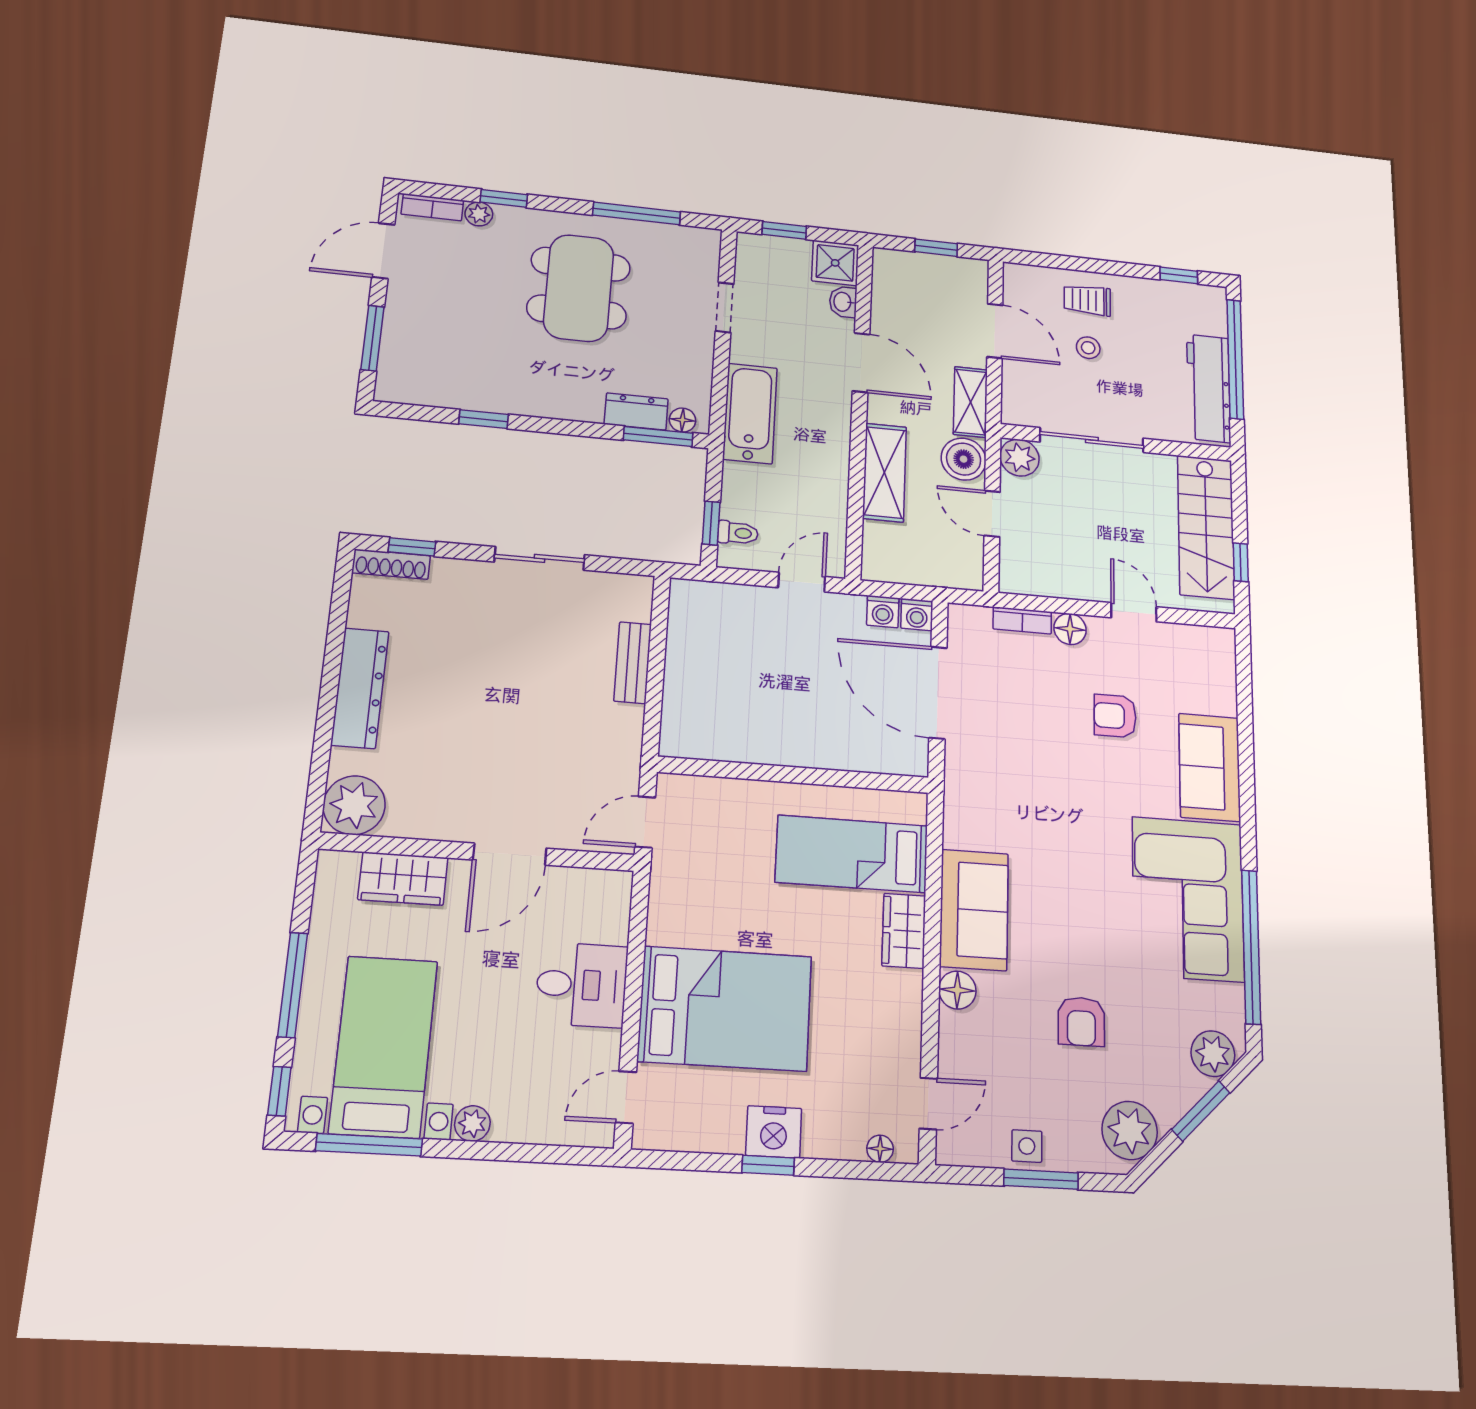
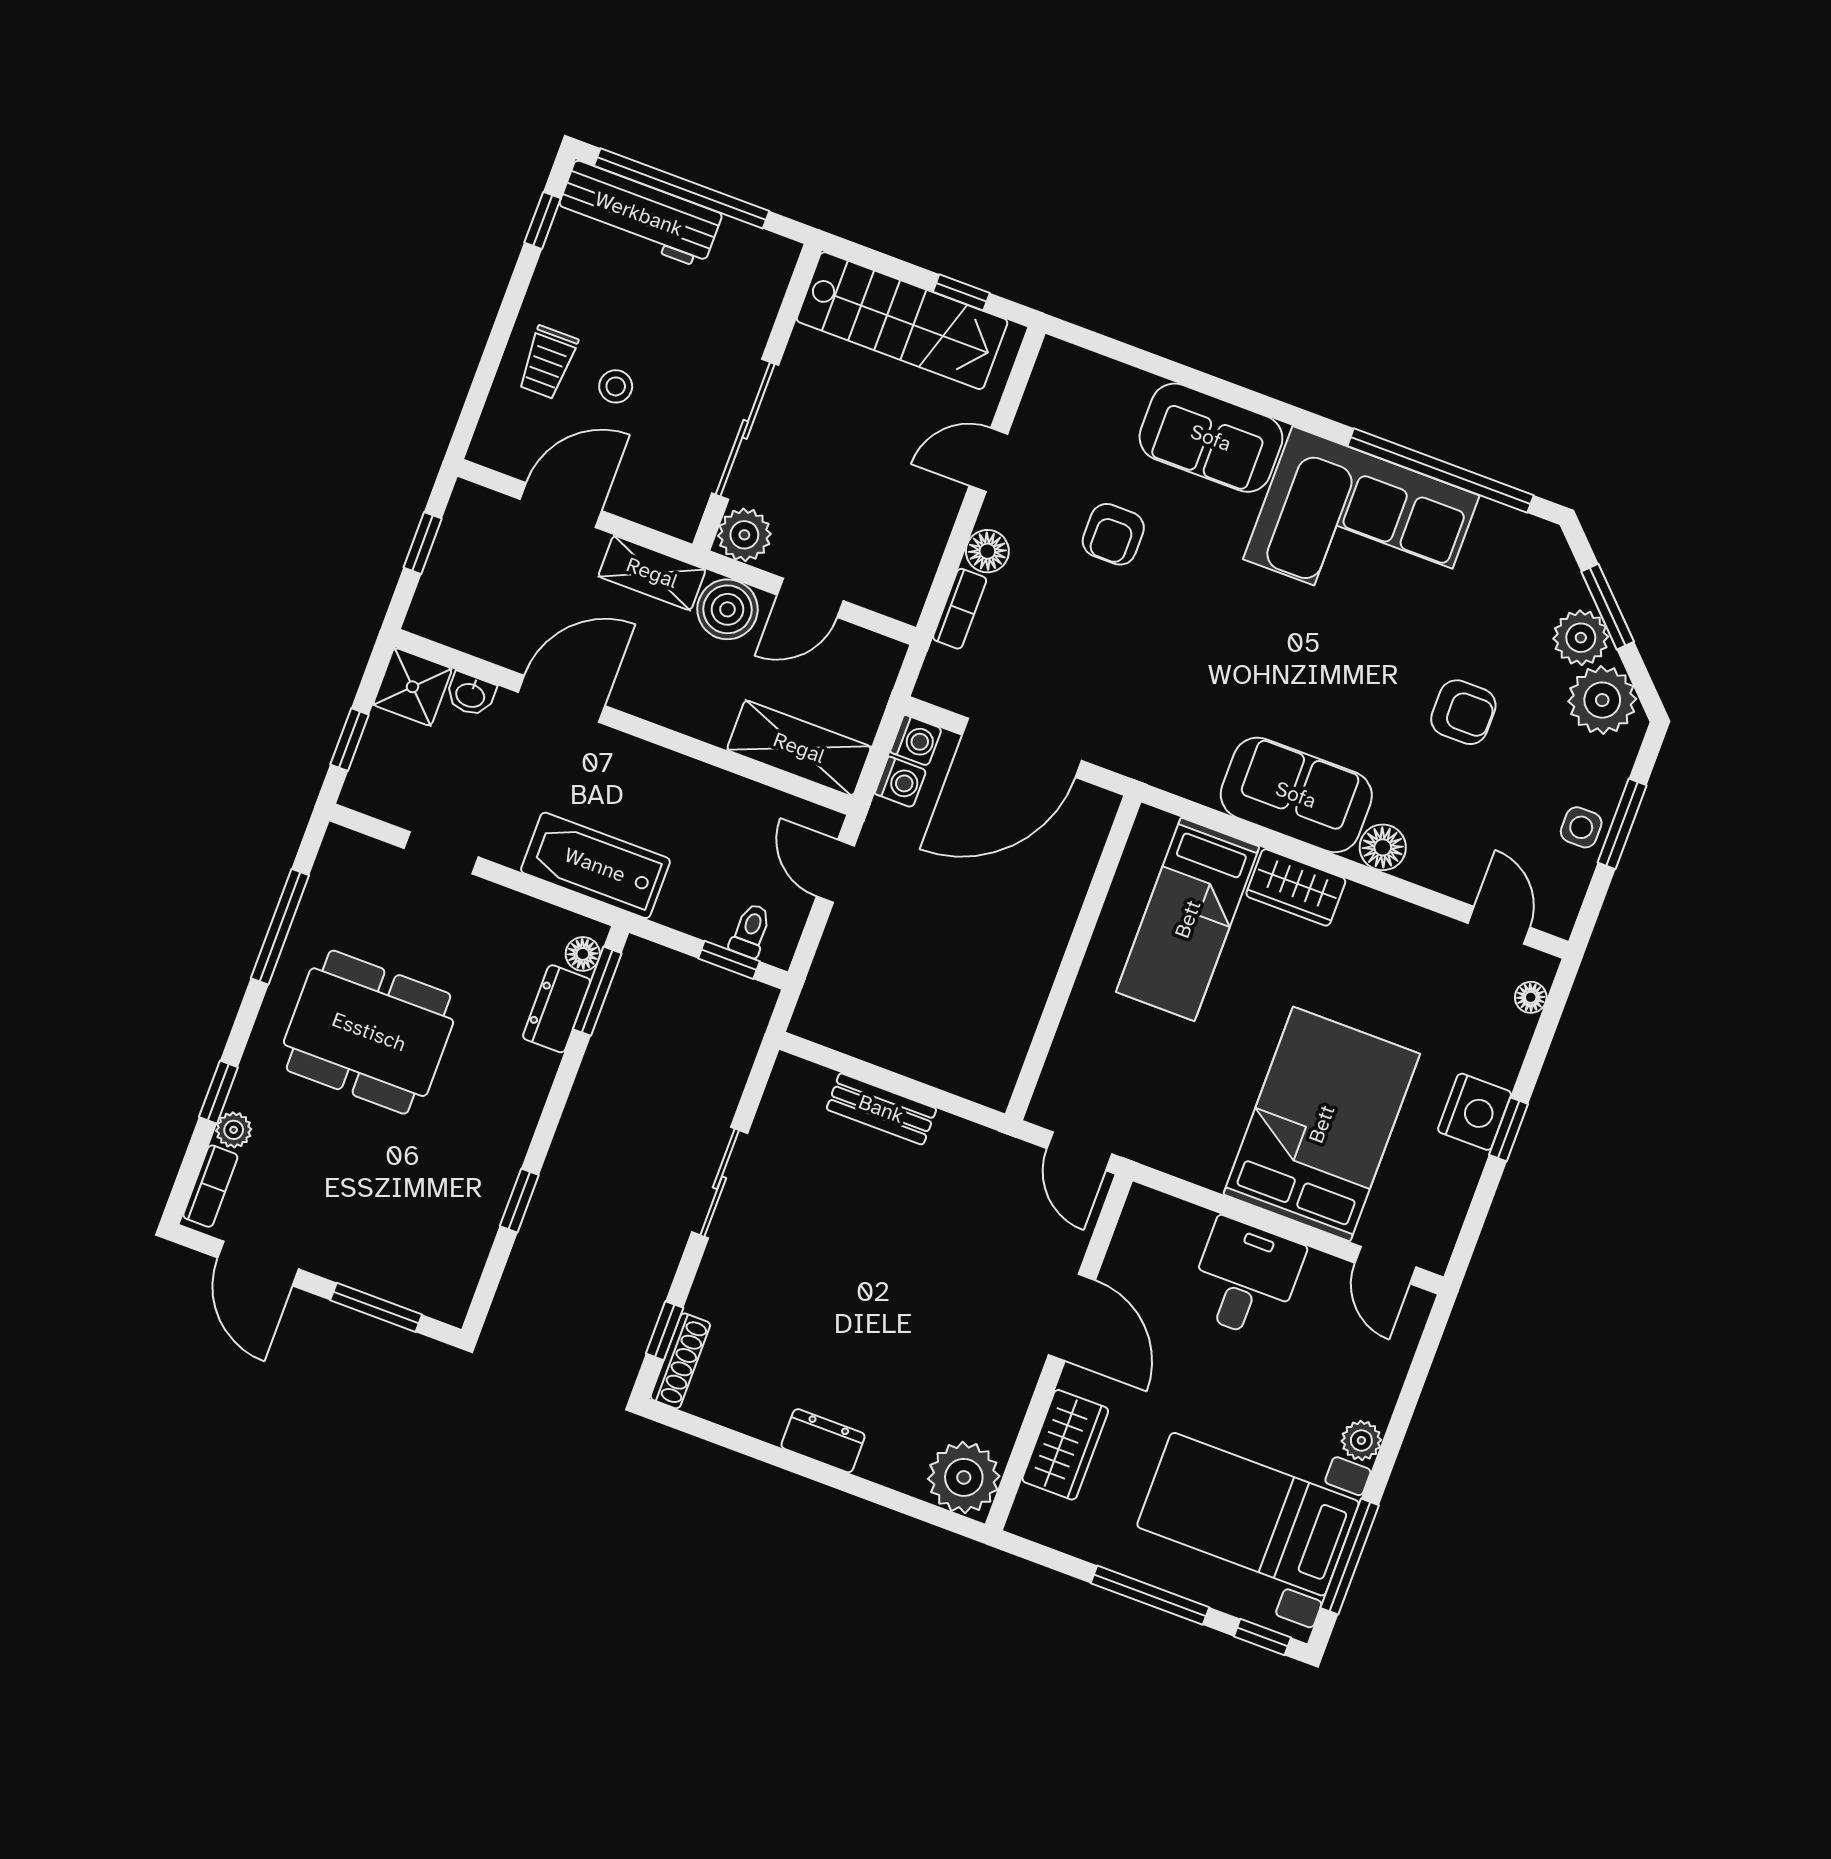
workbench: (1209, 388) -> (639, 214), moved
shelving: (885, 472) -> (799, 748), moved
dresser: (360, 688) -> (823, 1441), width x0.51, depth x0.80
plant: (1213, 1054) -> (1581, 638), moved

